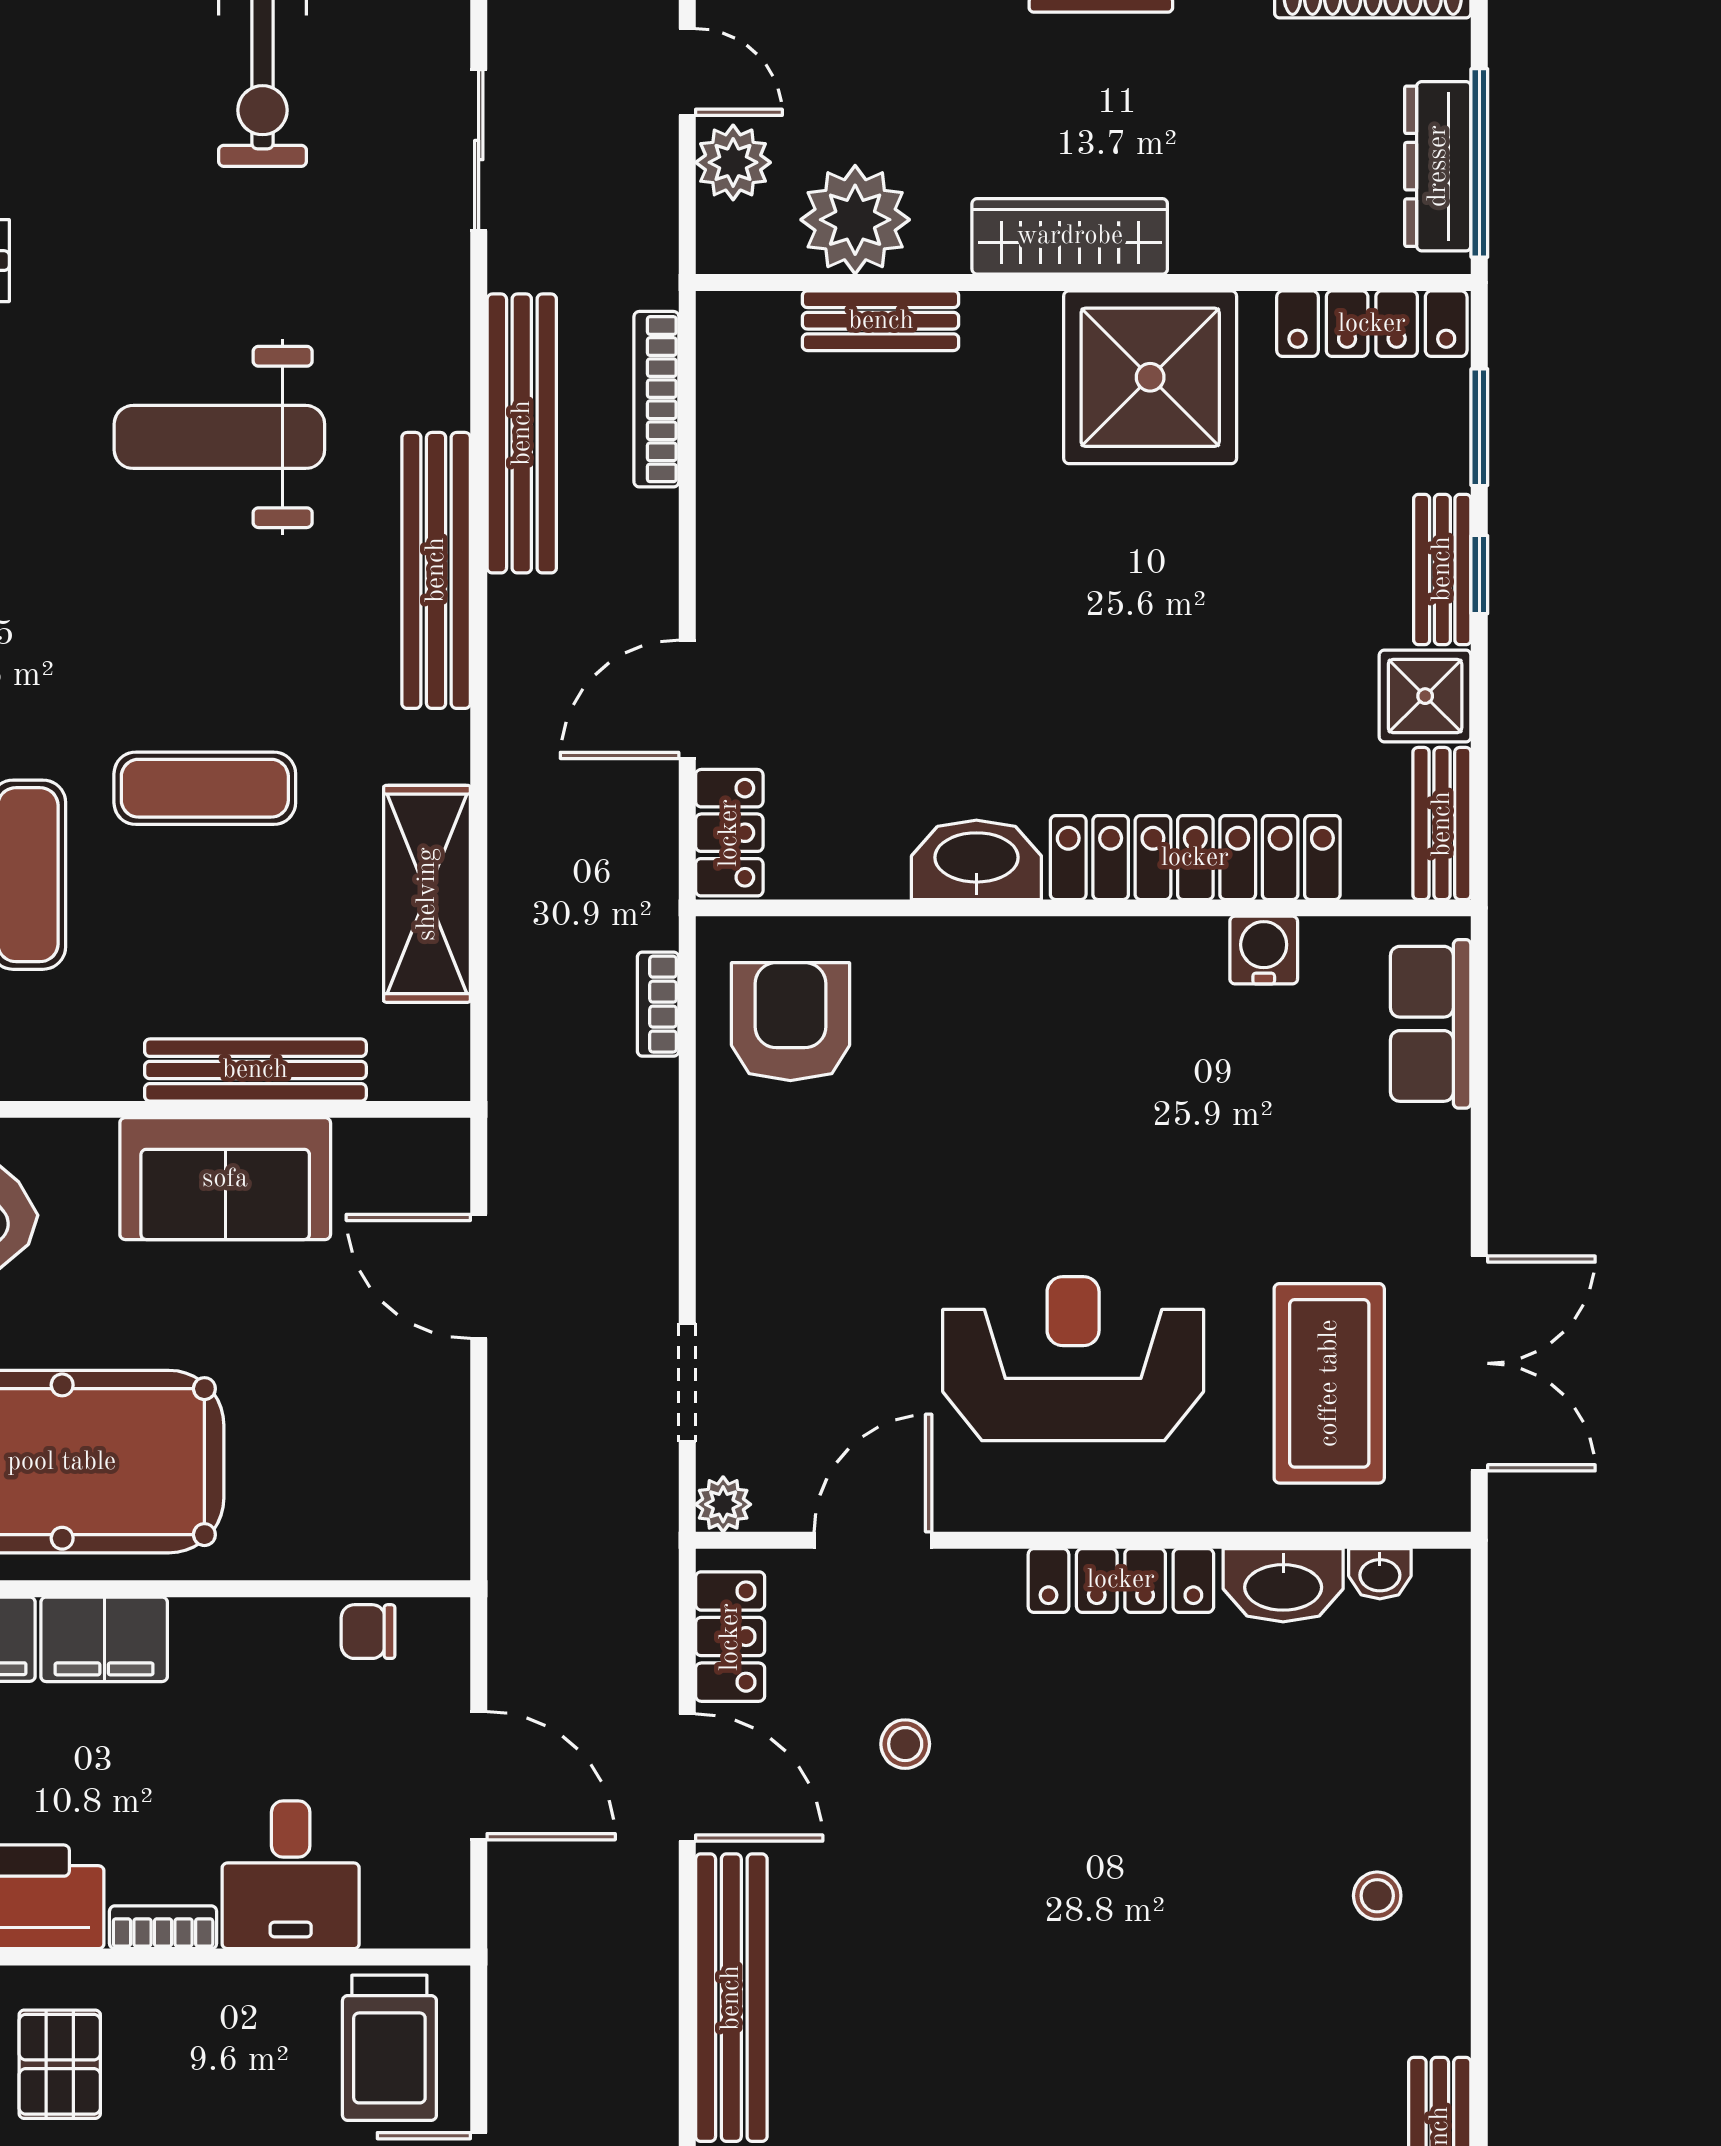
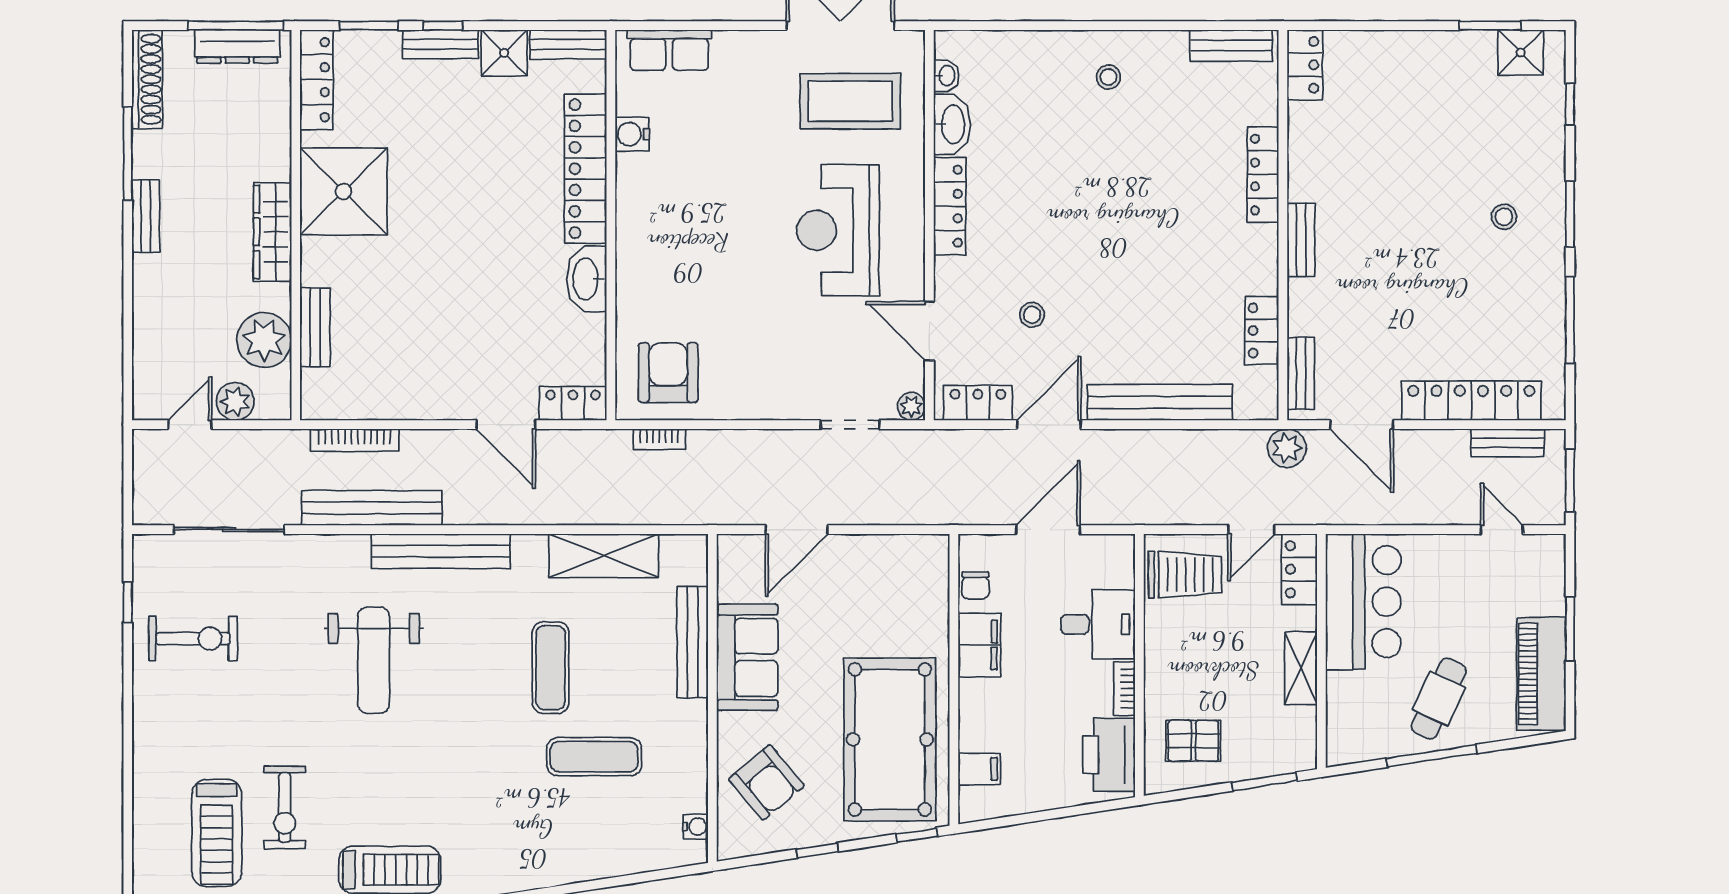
sliding door: (479, 150) -> (229, 530), width x1.37
armchair: (790, 1022) -> (668, 373), turned 90
filing cabinet: (104, 1639) -> (979, 645), moved

